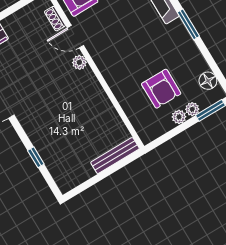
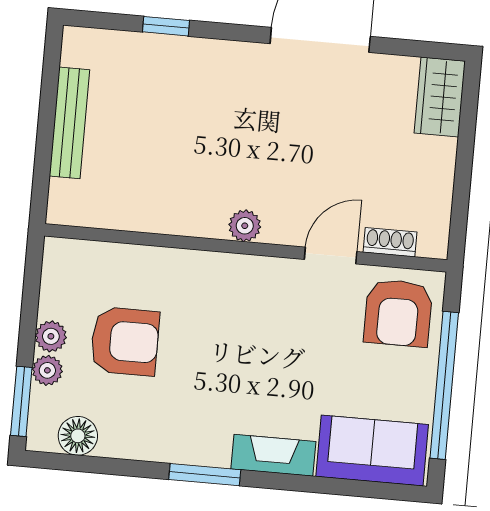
plant: (79, 62) -> (245, 226), moved
armchair: (161, 89) -> (125, 341), turned 180
bench: (115, 156) -> (70, 123), moved

